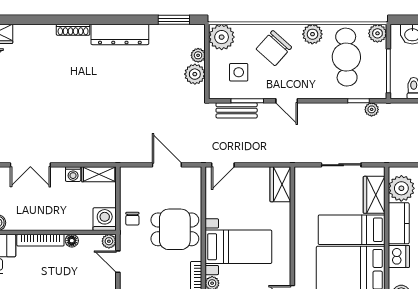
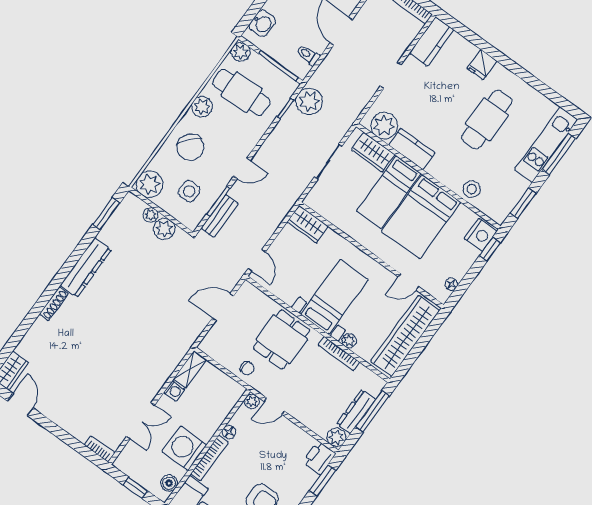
plant: (372, 109) -> (309, 101), width x1.88, depth x1.88
washing machine: (105, 219) -> (184, 448), moved, width x1.37, depth x1.37
dishwasher: (399, 256) -> (440, 169), removed

